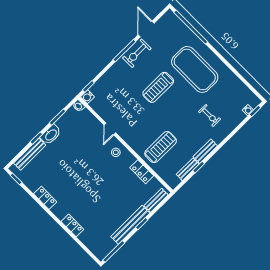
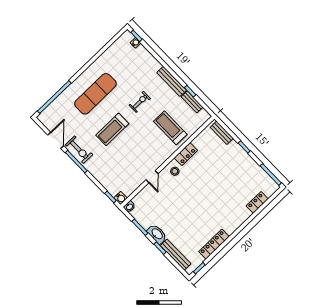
door: (146, 29) -> (56, 140), swing flipped
exercise mat: (195, 69) -> (95, 94), width x0.68
treadmill: (158, 87) -> (112, 129), turned 90
exercise bike: (210, 115) -> (140, 102), moved
door: (110, 129) -> (152, 177), hinge flipped
bench: (205, 151) -> (172, 81), width x1.36
locker: (142, 172) -> (186, 154), moved
locker: (45, 198) -> (214, 244), width x1.53
locker: (72, 225) -> (257, 202), moved
bench: (130, 225) -> (245, 158), removed

